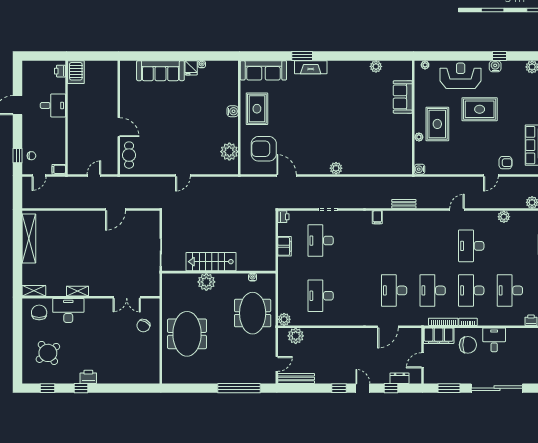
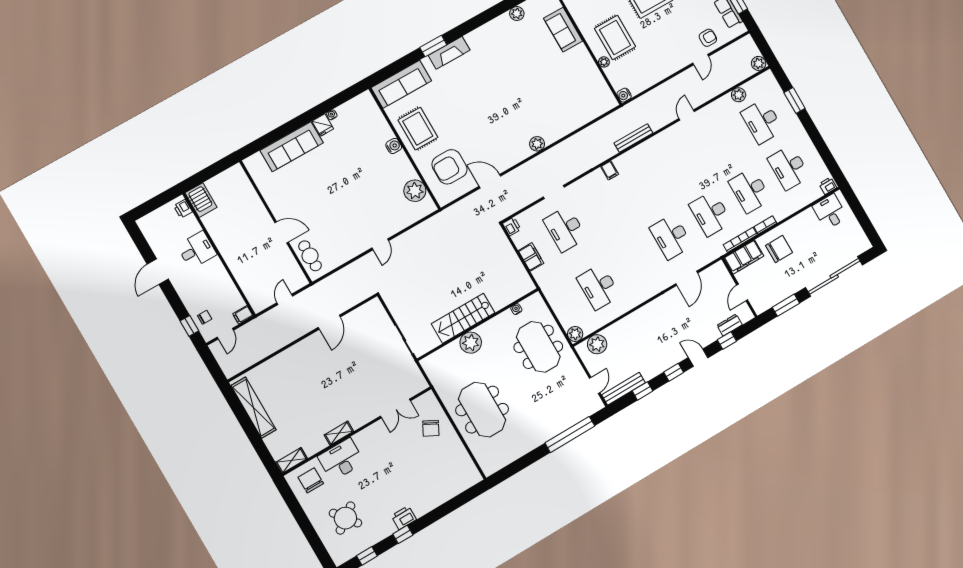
bench: (404, 204) -> (633, 138), width x1.36
desk: (471, 246) -> (762, 121), moved
desk: (494, 340) -> (830, 212), moved
window: (309, 388) -> (642, 391), added

